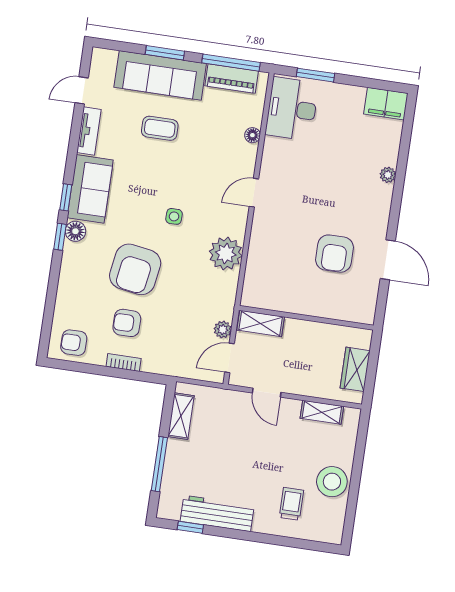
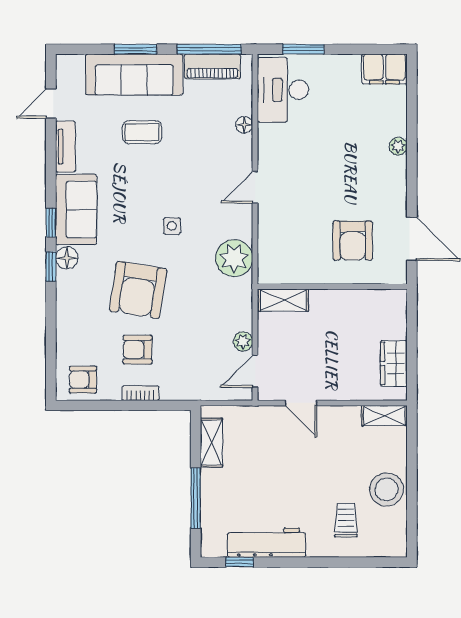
wall: (306, 318) -> (332, 287), moved
shelving: (261, 323) -> (283, 300), moved
shelving: (322, 412) -> (384, 416), moved

